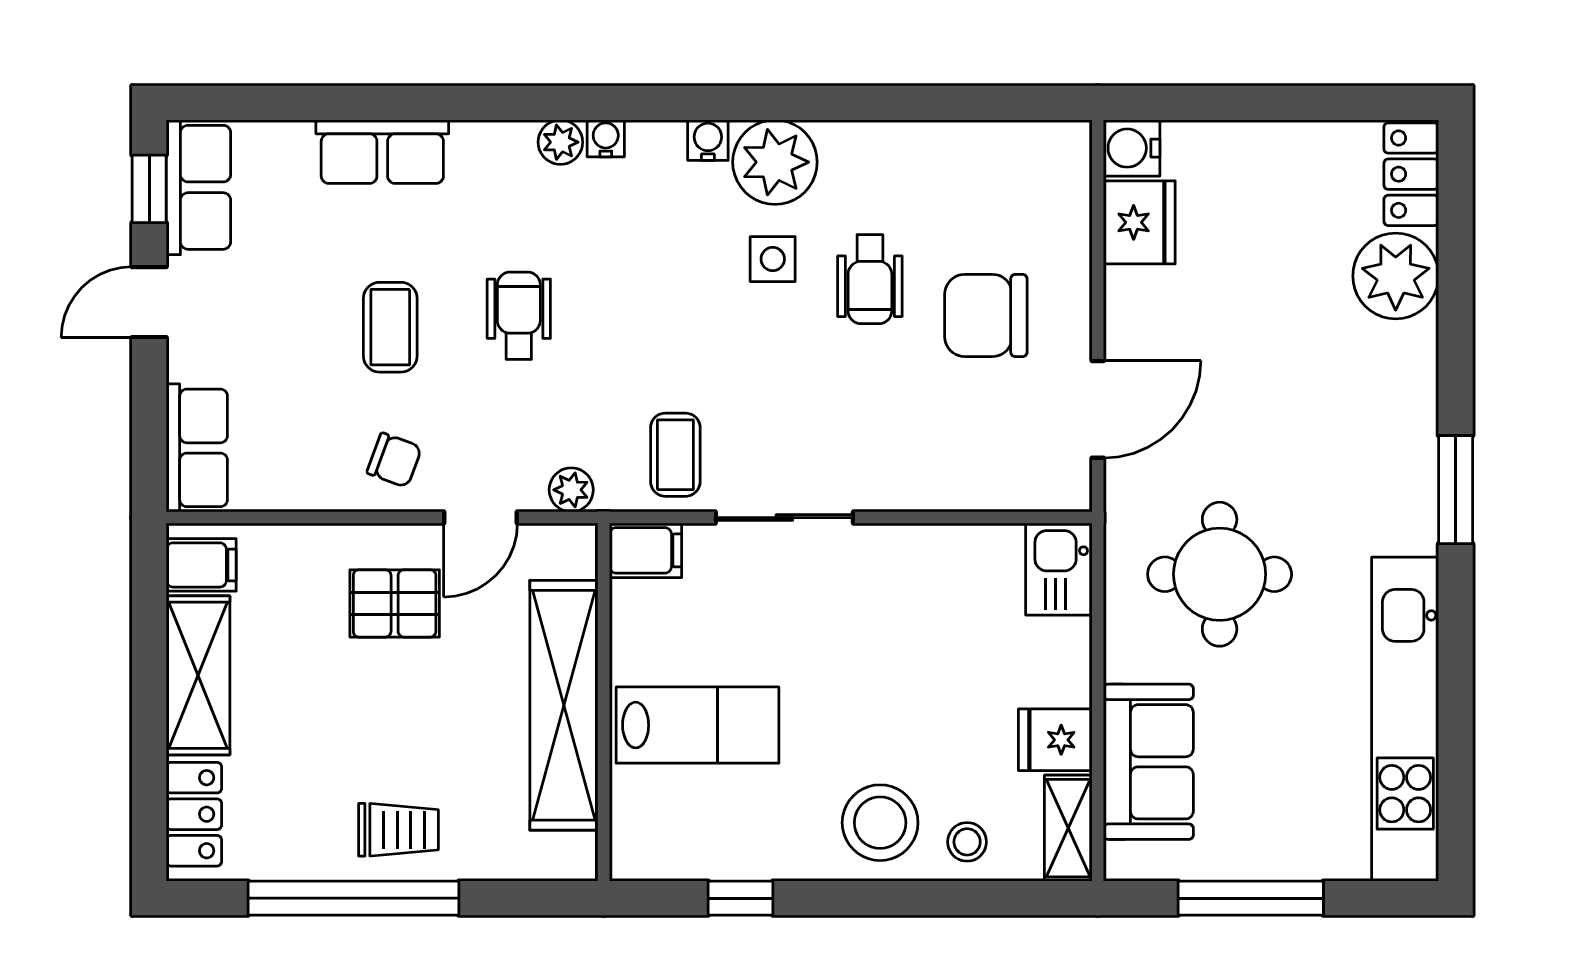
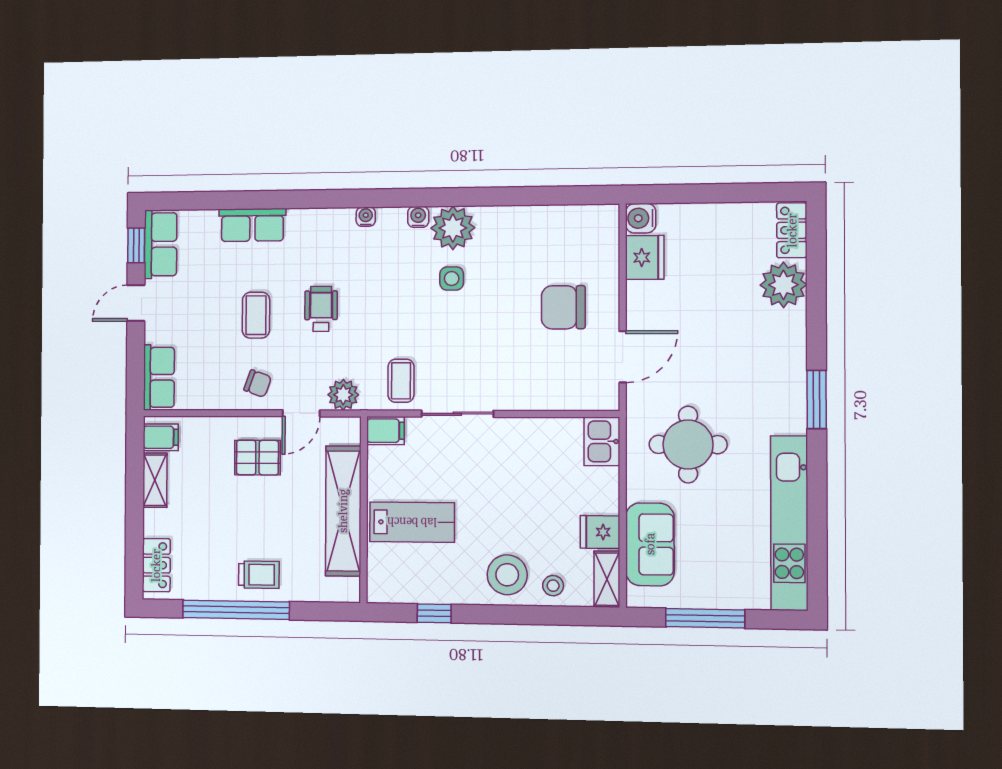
plant: (560, 142) -> (343, 219), removed
wheelchair: (870, 279) -> (502, 289), removed
plant: (571, 490) -> (343, 395), width x1.38, depth x1.38
shelving: (198, 675) -> (155, 480), width x0.67, depth x0.75

